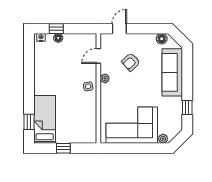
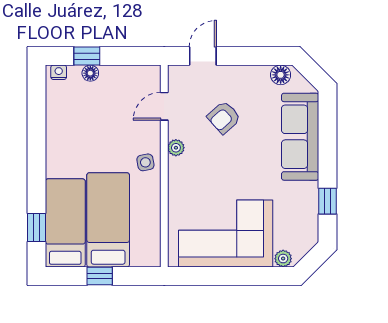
bed: (68, 118) -> (108, 220), added

